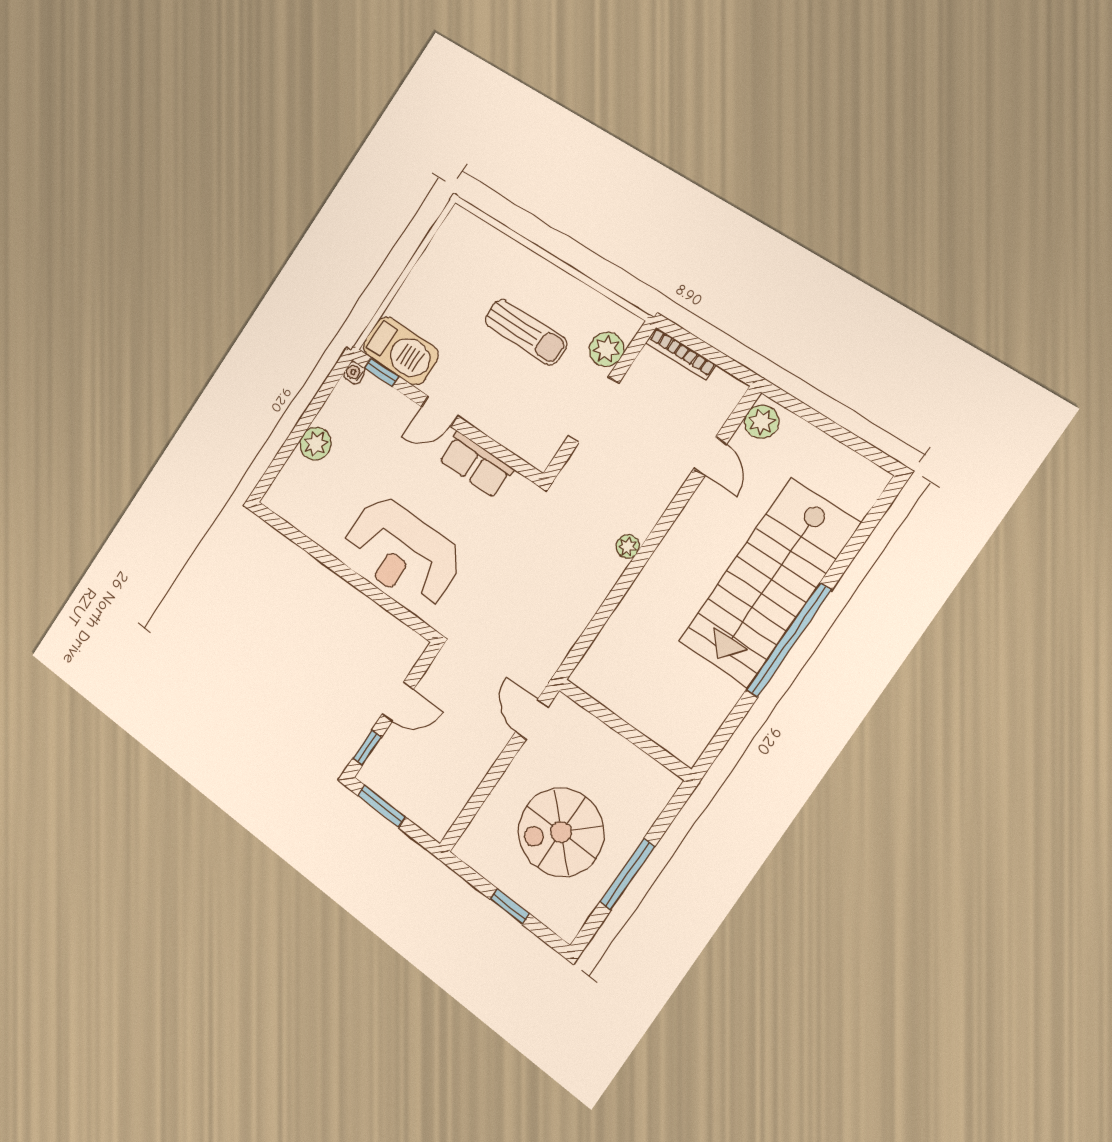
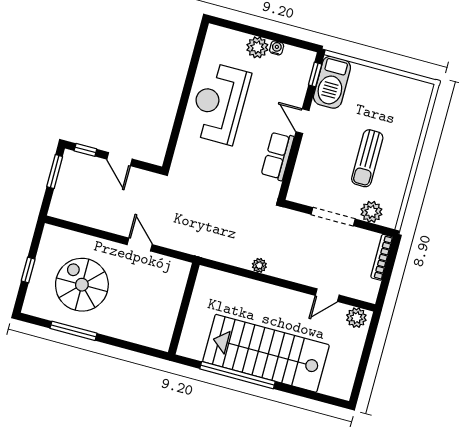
water cooler: (354, 373) -> (277, 48), moved
reception desk: (402, 552) -> (219, 103), moved
door: (532, 719) -> (140, 245), hinge flipped
wall: (624, 729) -> (184, 309), moved

